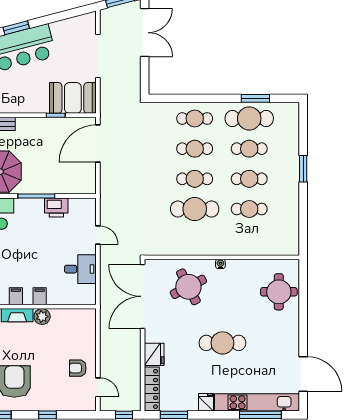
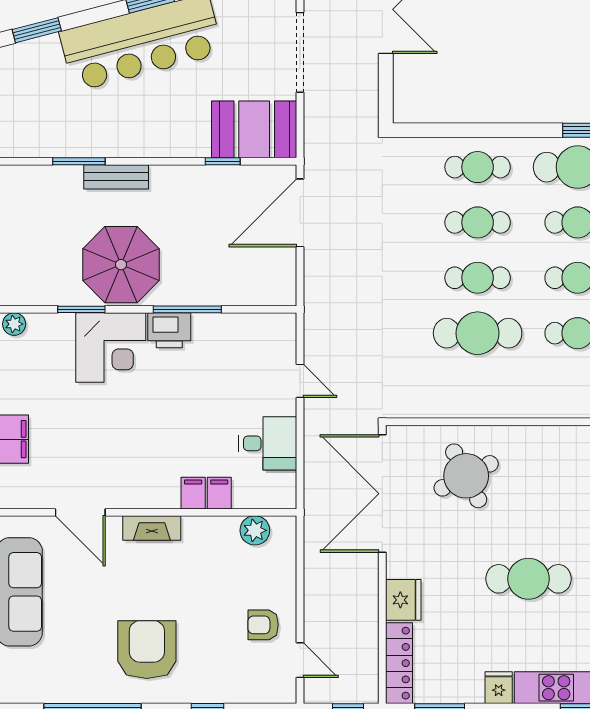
printer: (56, 207) -> (169, 330), moved
water cooler: (220, 264) -> (525, 434), removed
filing cabinet: (16, 296) -> (219, 493), moved
plant: (42, 317) -> (255, 530), moved

